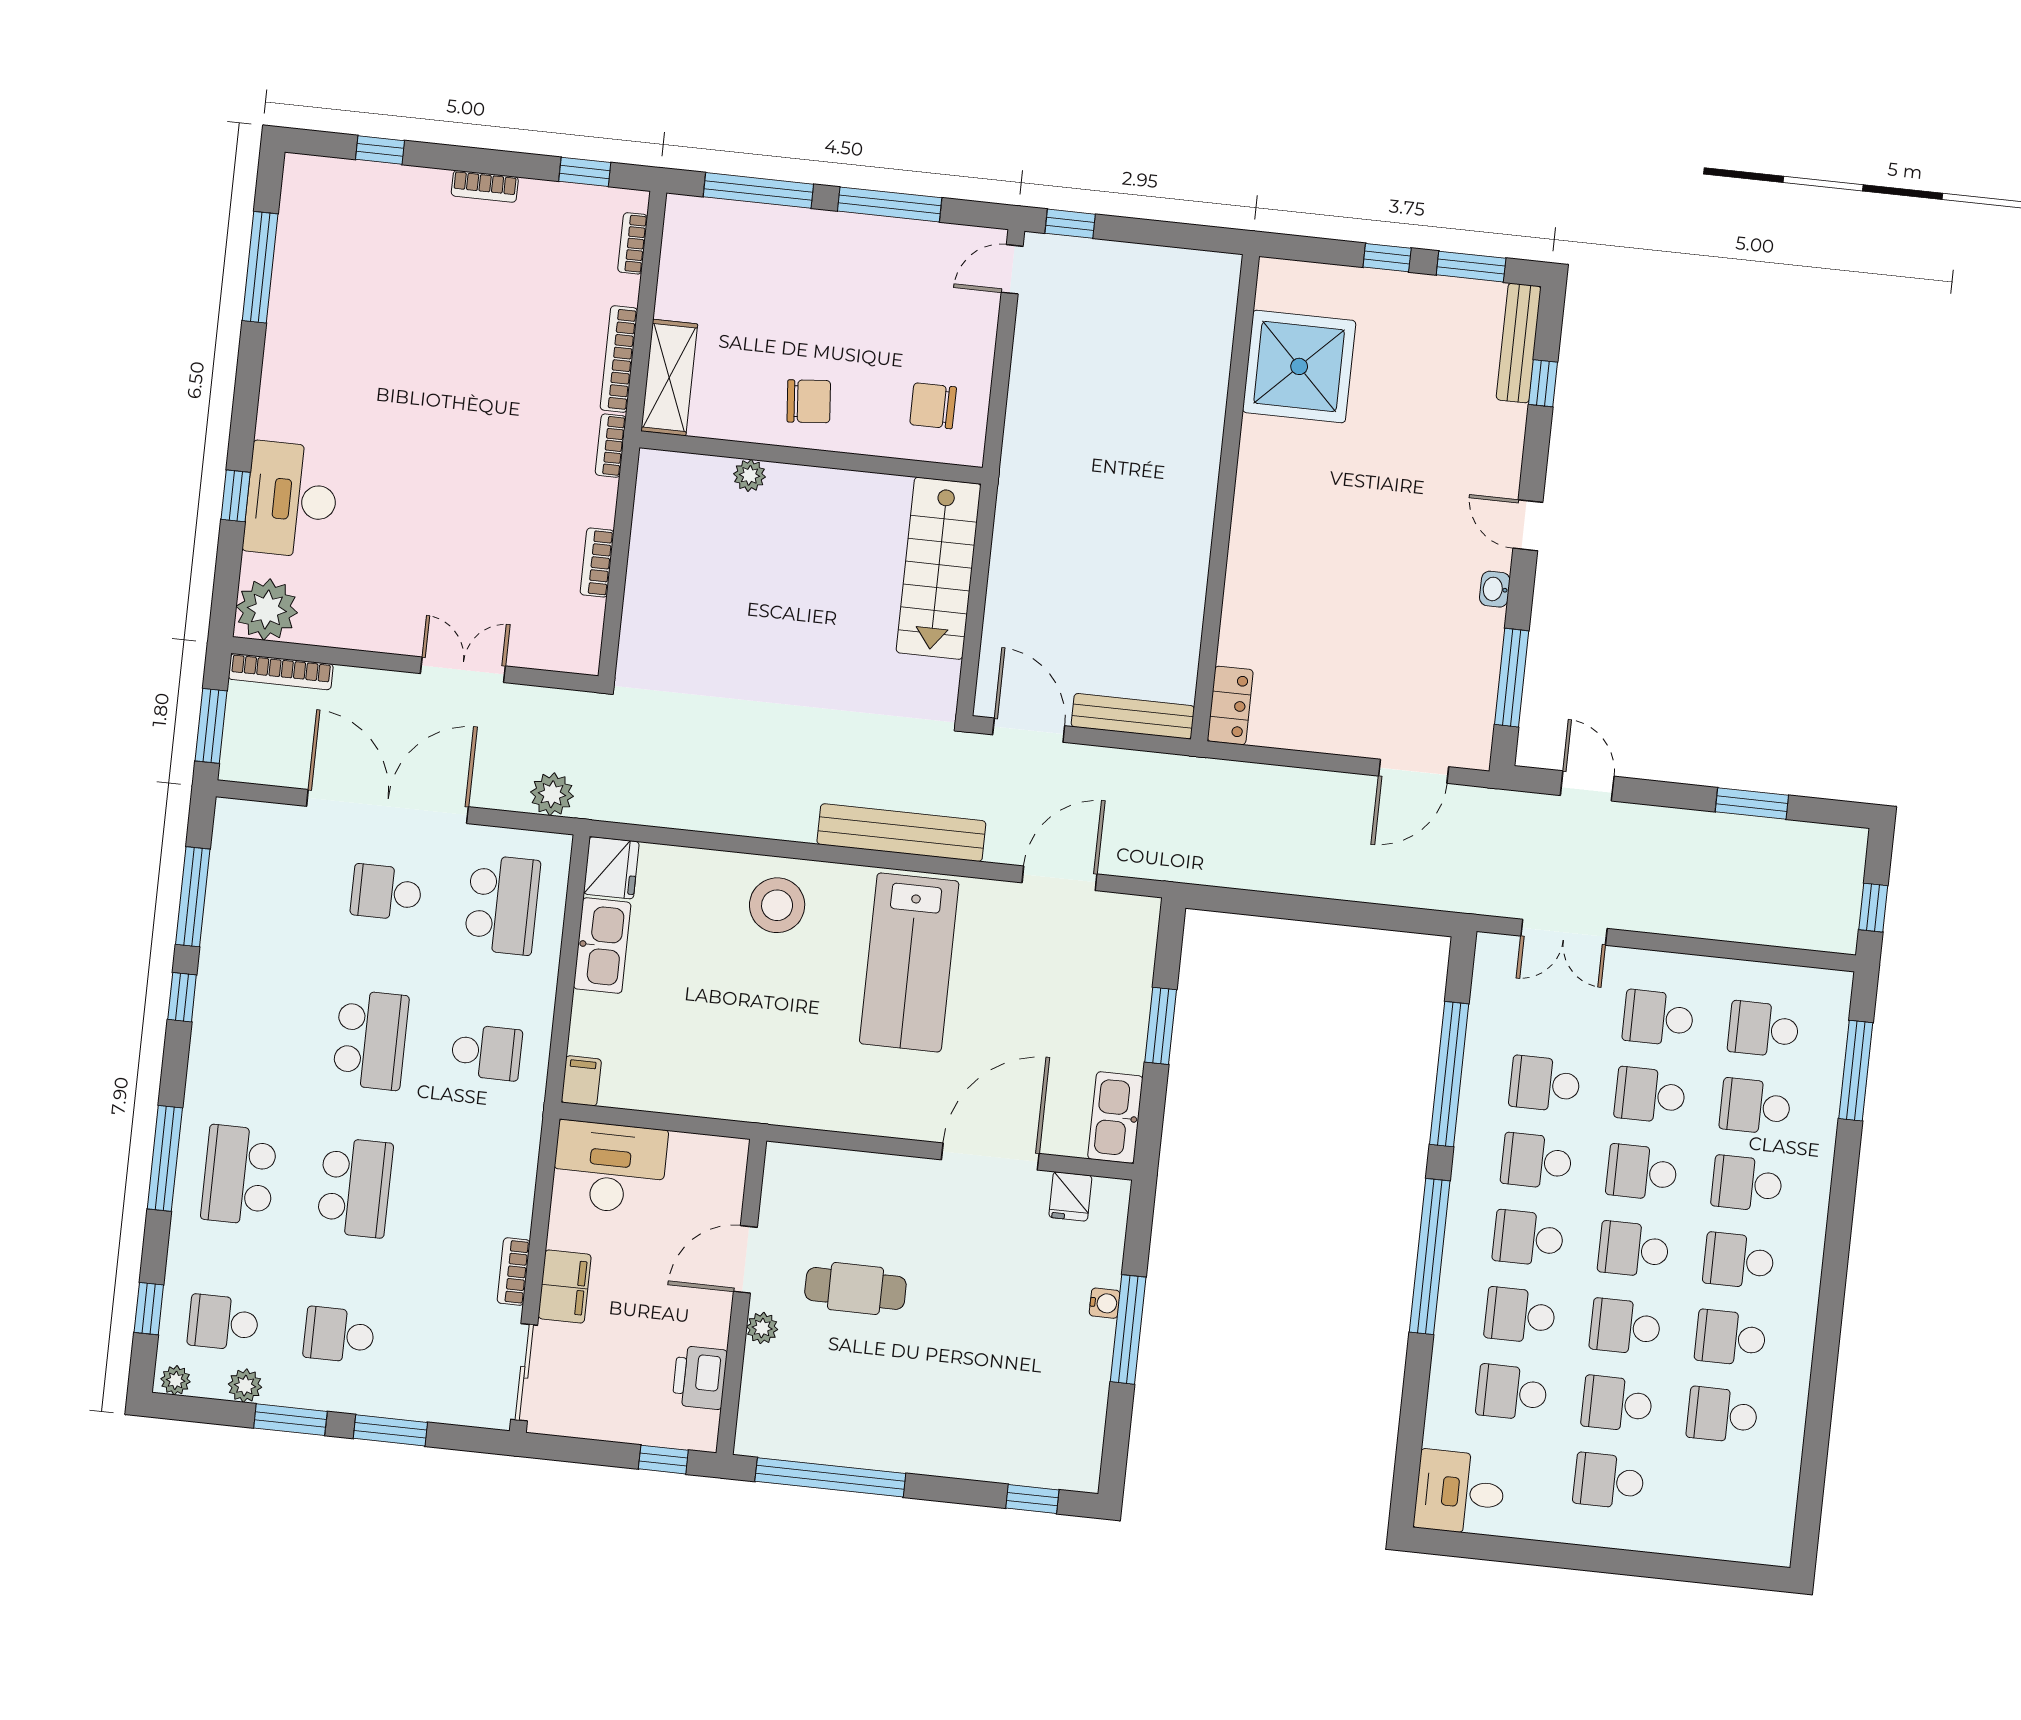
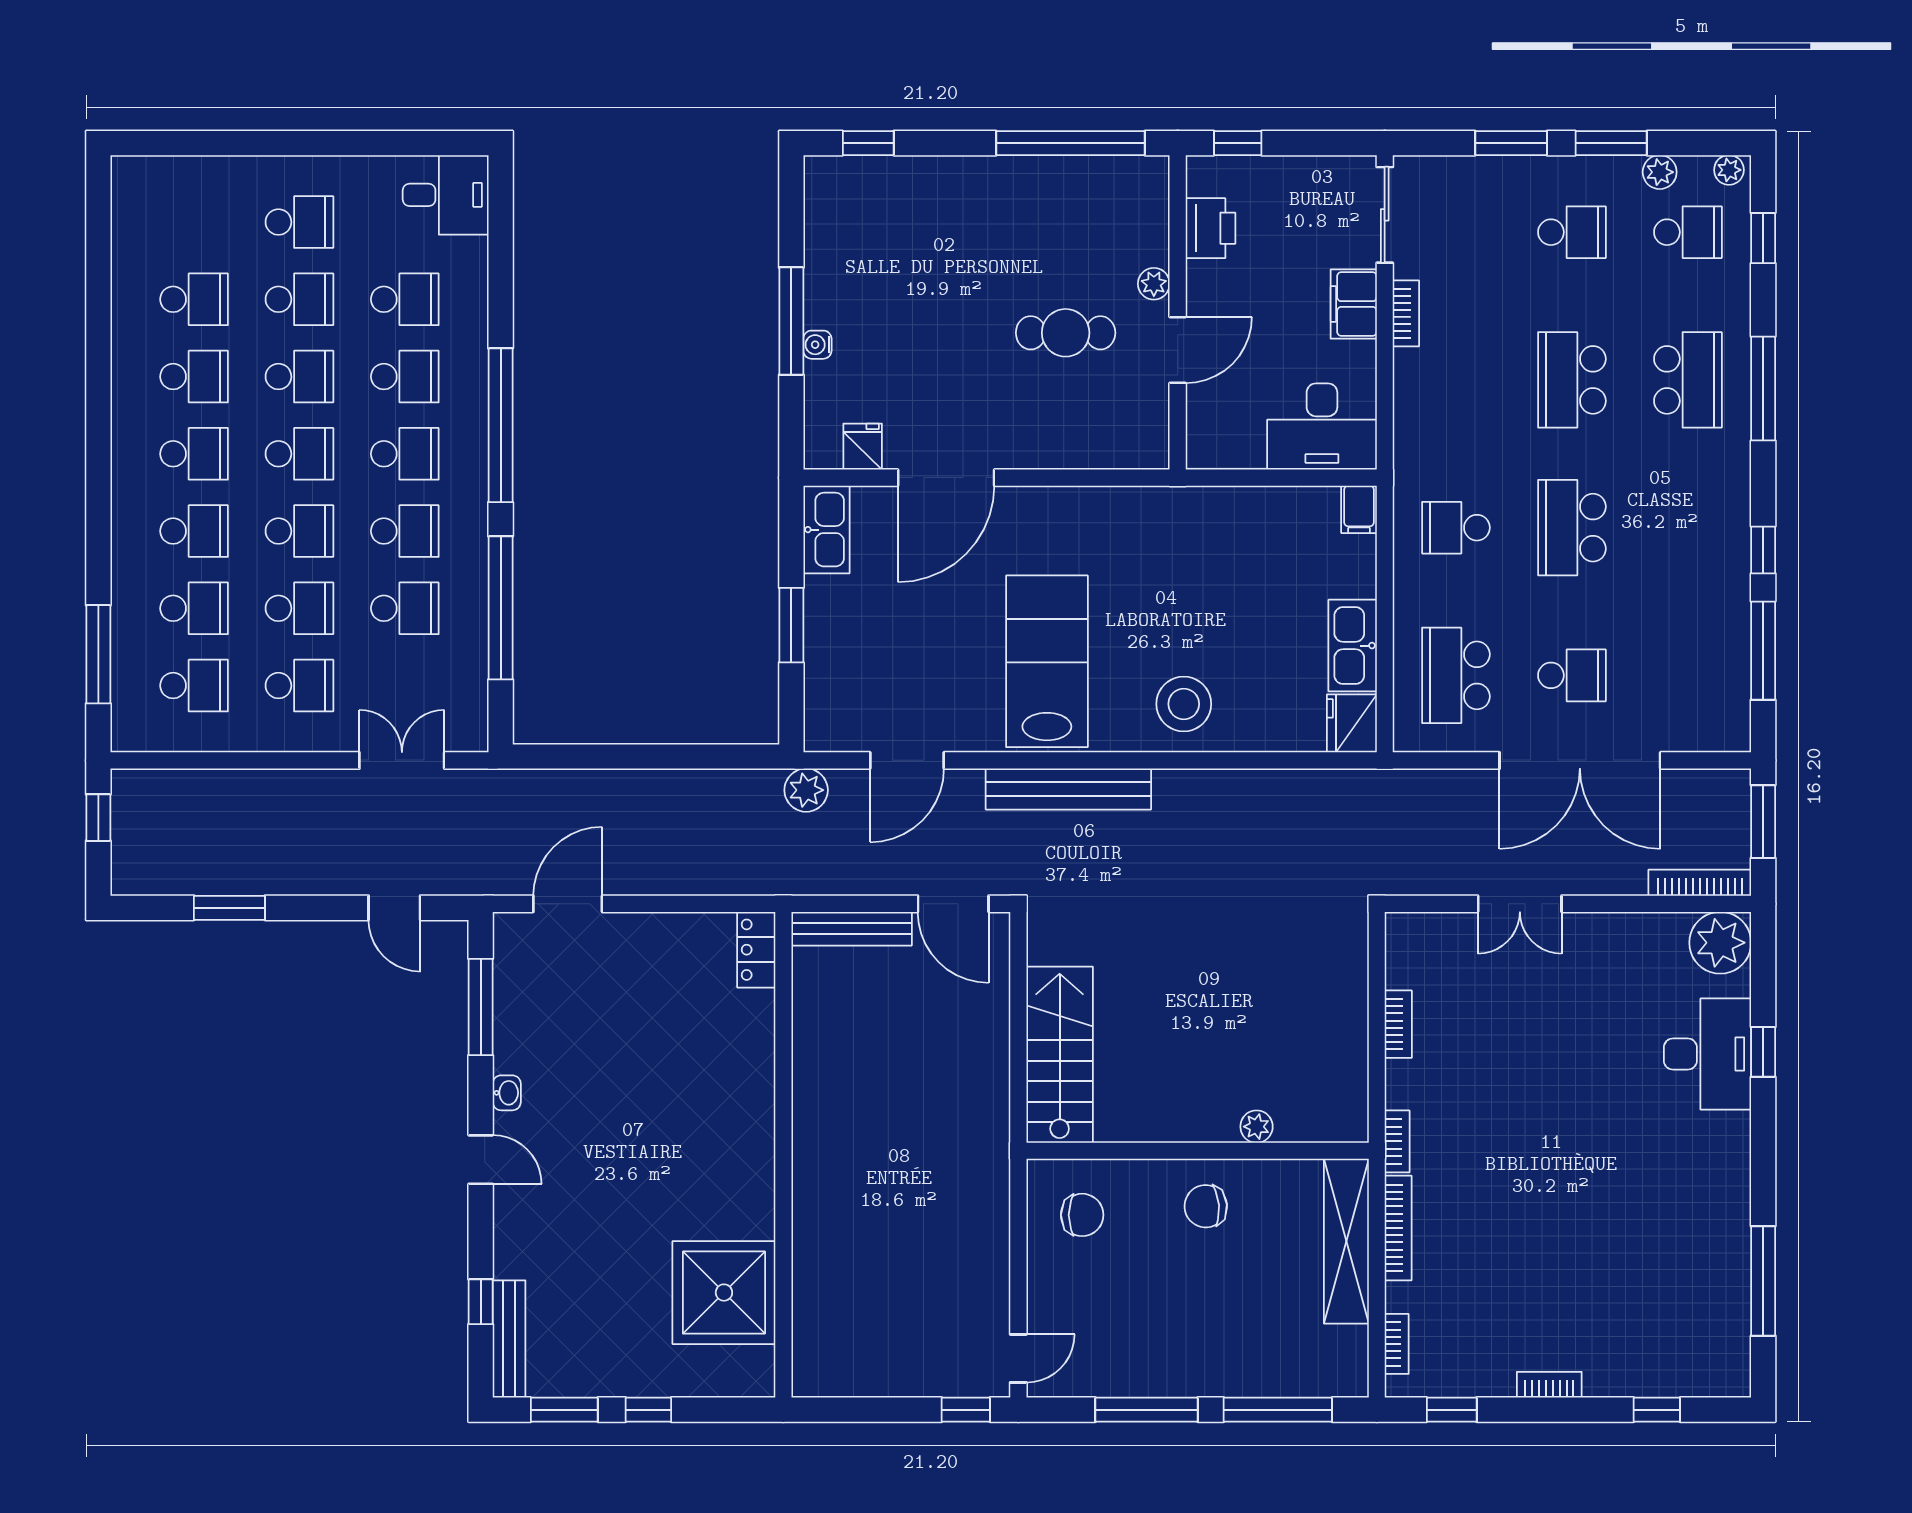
shelving: (669, 378) -> (1346, 1241), width x1.47
plant: (552, 794) -> (806, 790), moved

